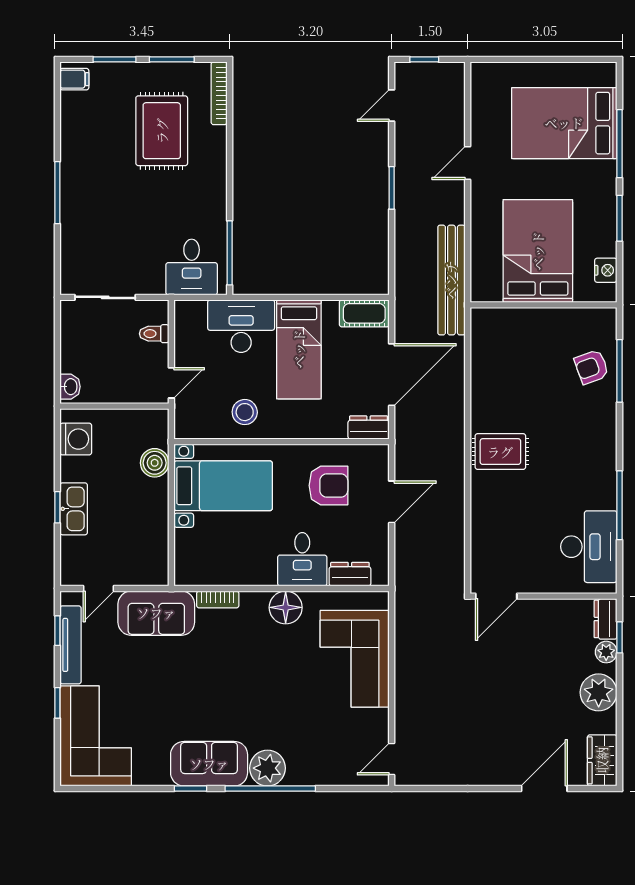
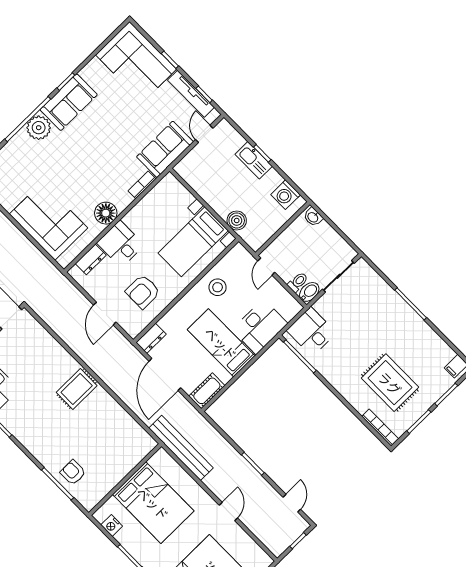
bidet: (152, 311) -> (309, 292), added
armchair: (592, 367) -> (73, 472), turned -70

